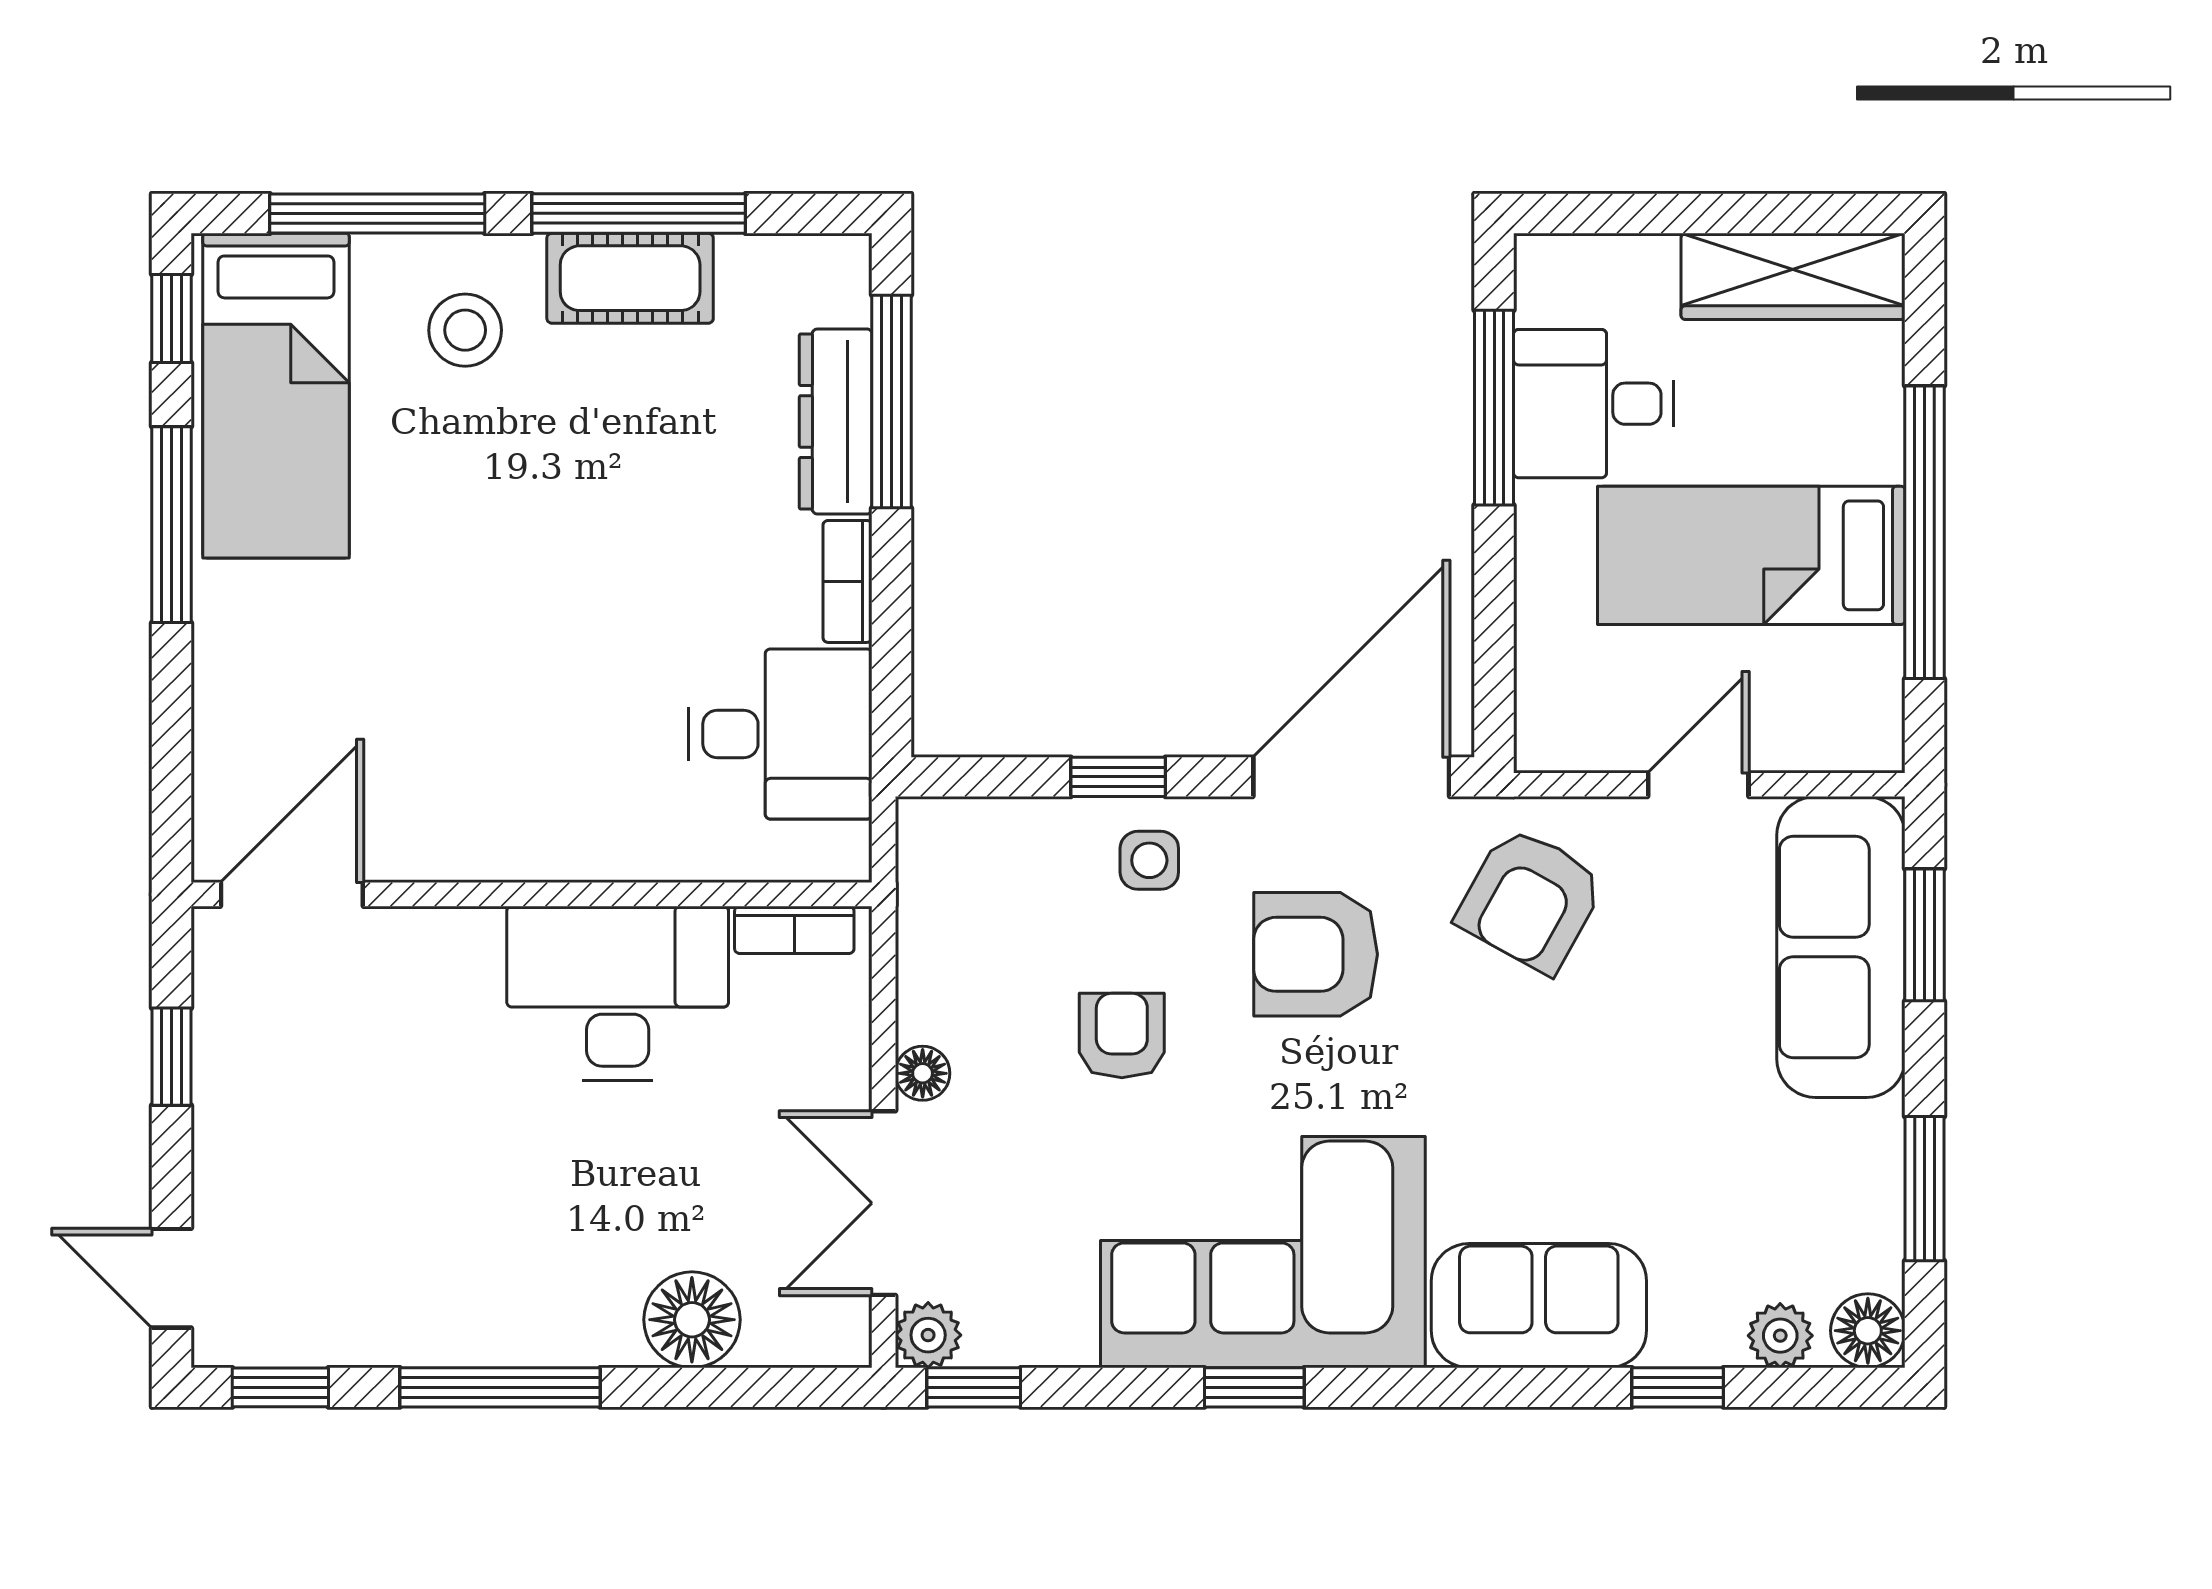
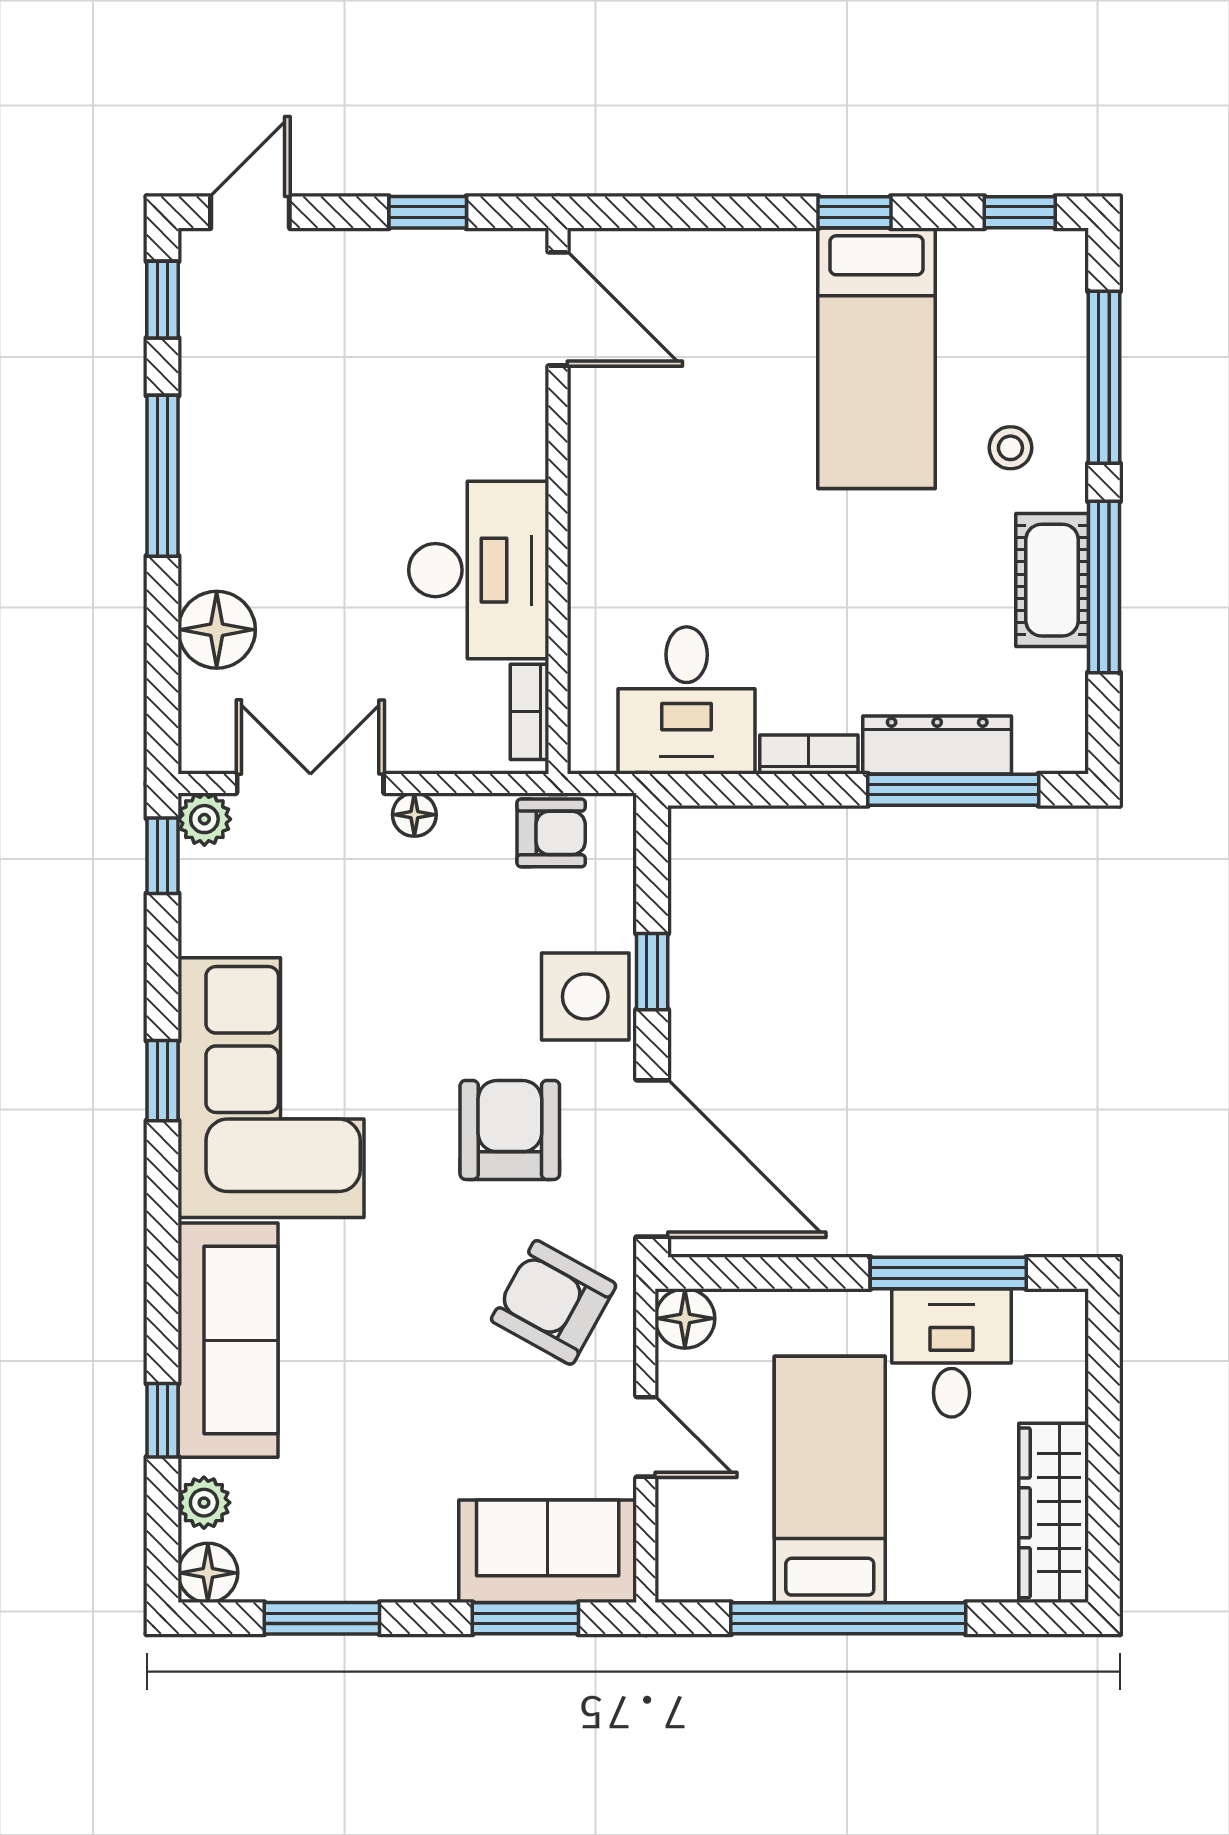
stool: (465, 330) -> (1010, 448), width x0.73, depth x0.73
bed: (276, 396) -> (876, 358), moved, turned -90
window: (171, 525) -> (854, 212), width x0.46
floor lamp: (1551, 736) -> (685, 1318), added
side table: (1149, 860) -> (585, 997), width x1.87, depth x1.87
sofa: (1841, 947) -> (548, 1551), width x0.73
armchair: (1122, 1035) -> (551, 833), moved
sofa: (1539, 1306) -> (228, 1340), width x1.36

